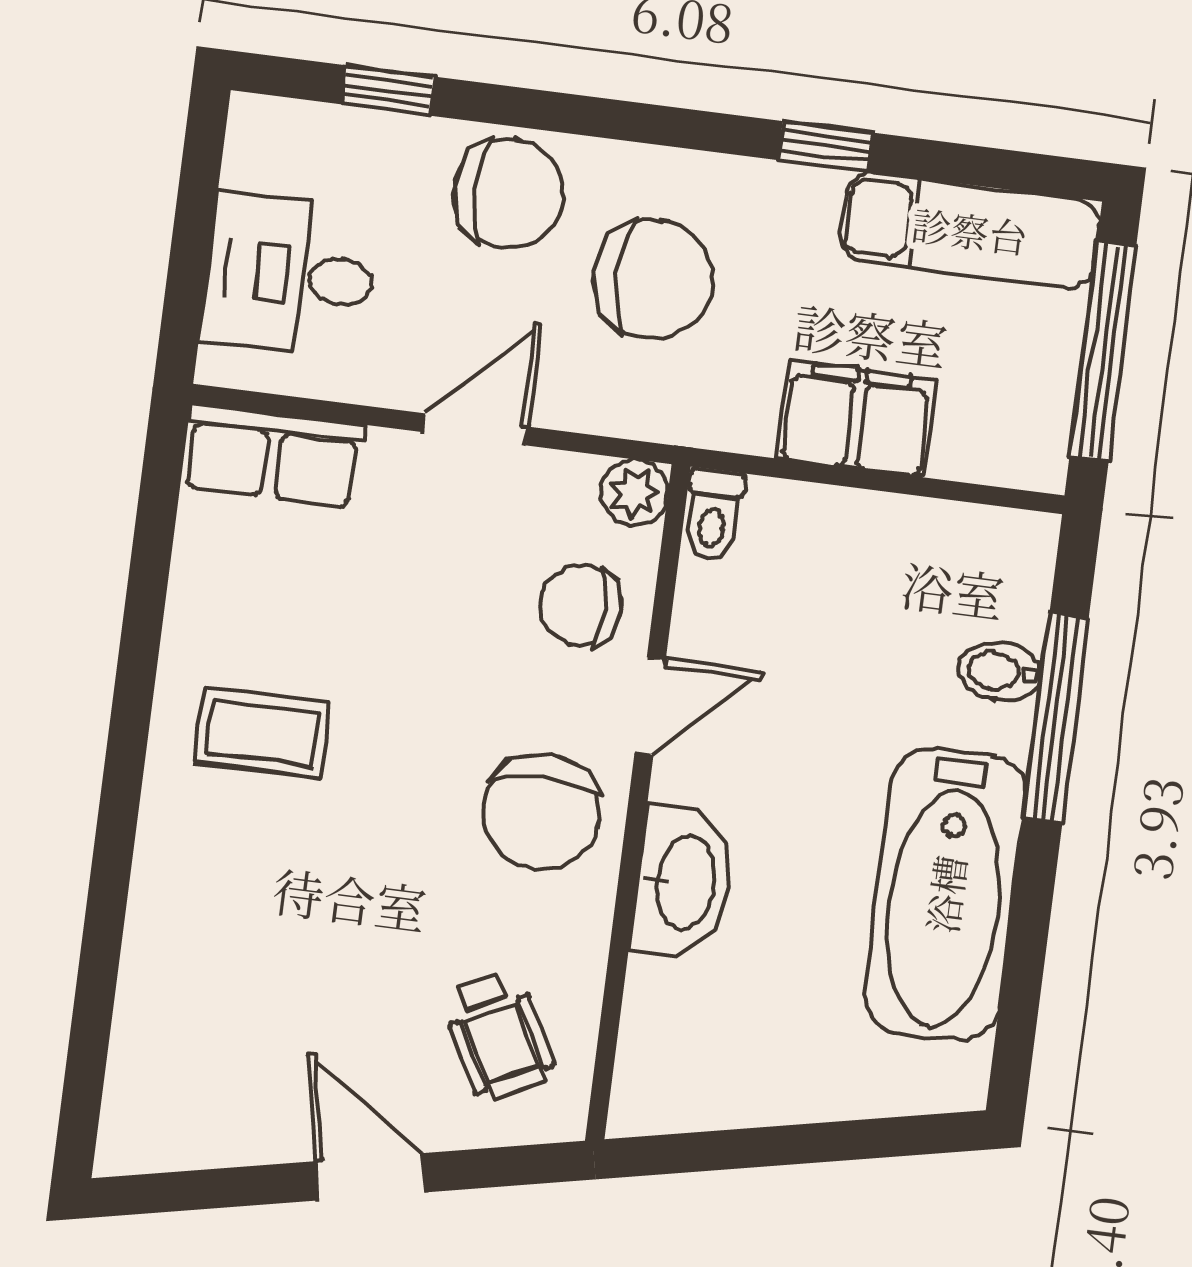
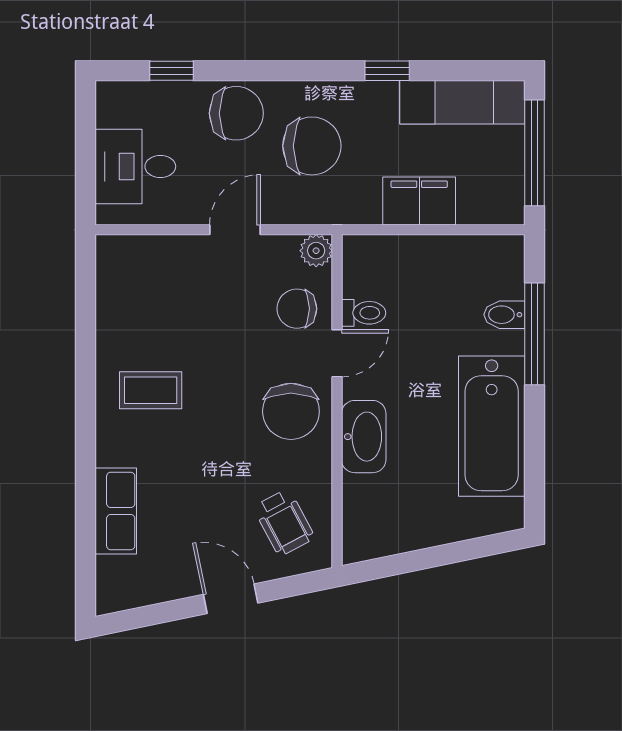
row of seats: (273, 455) -> (116, 511), moved, turned -90
toilet: (713, 515) -> (364, 313), moved, turned -90

